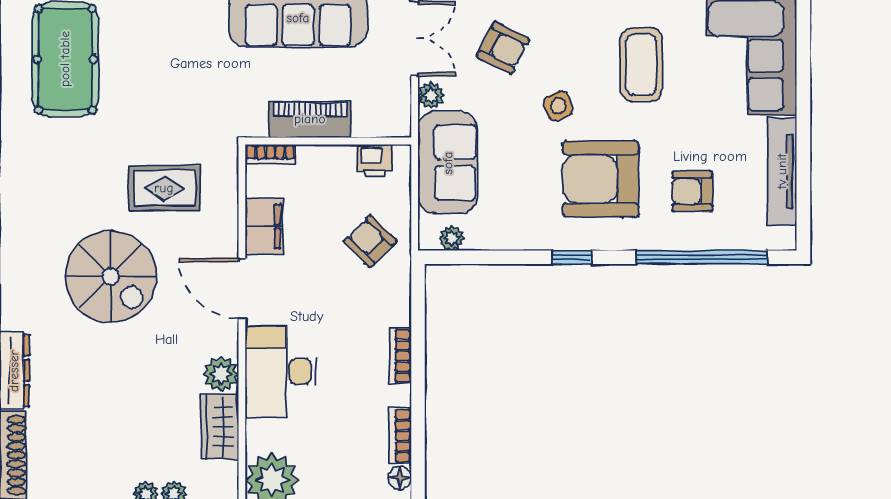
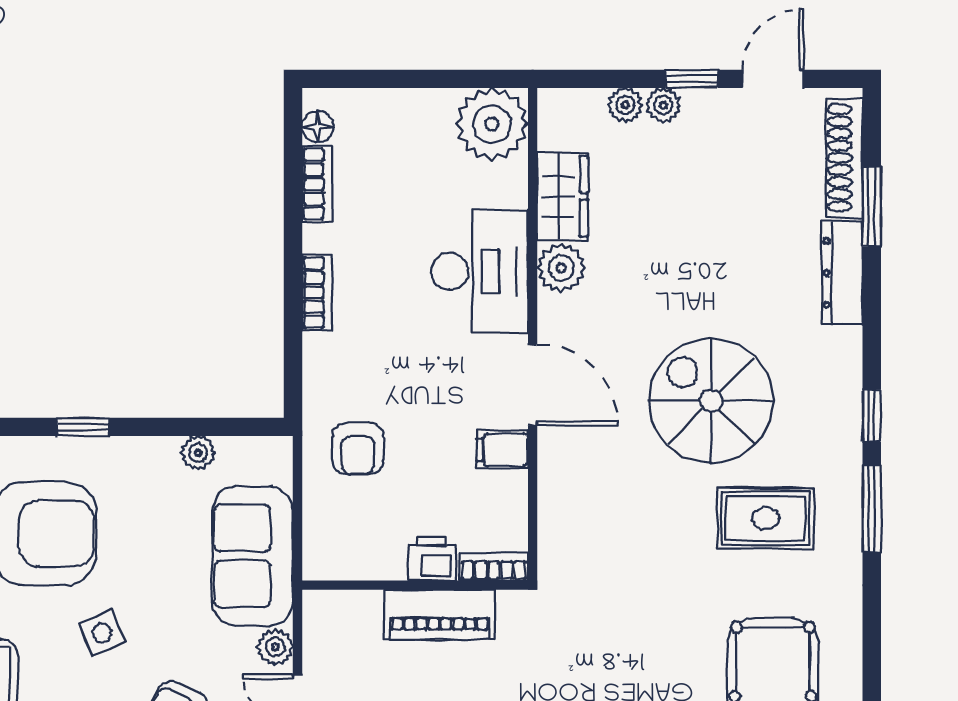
printer: (375, 160) -> (432, 559), moved
rug: (164, 188) -> (766, 518), moved
filing cabinet: (264, 226) -> (502, 450), width x0.50
plant: (452, 238) -> (198, 453), moved
armchair: (370, 241) -> (358, 449), turned 45

